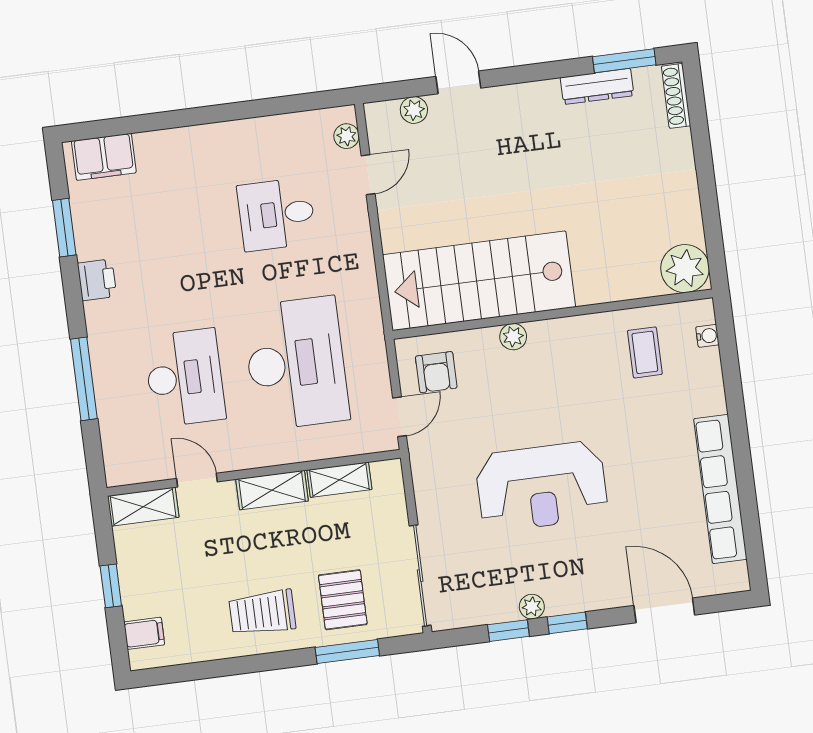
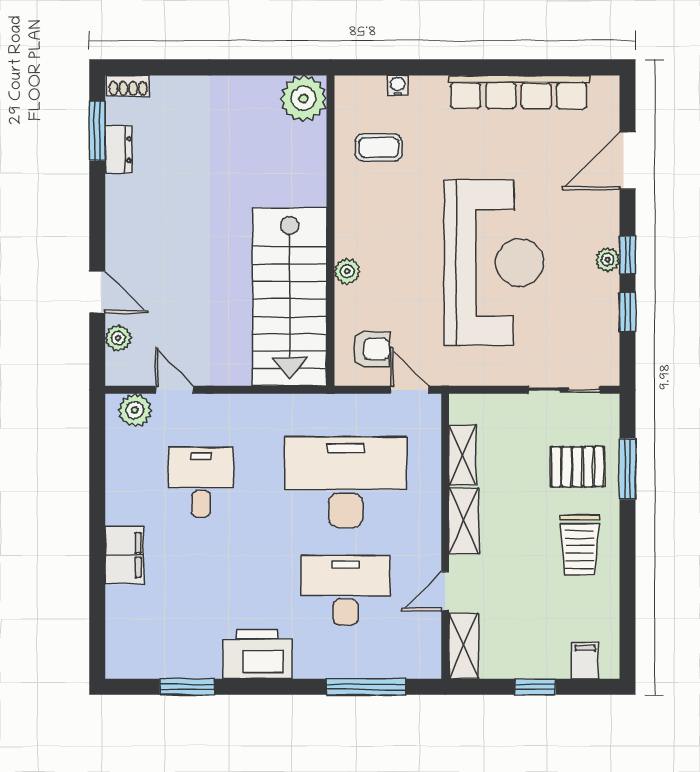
door: (458, 82) -> (97, 292), swing flipped
dresser: (597, 87) -> (119, 150), width x0.70
shoe rack: (676, 96) -> (128, 86), width x0.70
plant: (346, 136) -> (135, 410), width x1.38, depth x1.38
filing cabinet: (104, 157) -> (124, 555), moved
desk: (277, 214) -> (201, 482), turned 180
printer: (97, 280) -> (257, 654), width x1.87, depth x1.48
water cooler: (707, 336) -> (398, 85), moved
window: (84, 379) -> (366, 687), moved
reception desk: (542, 486) -> (494, 263), width x1.36, depth x1.30
sliding door: (420, 576) -> (564, 390), width x0.73
plant: (532, 607) -> (608, 260), moved

